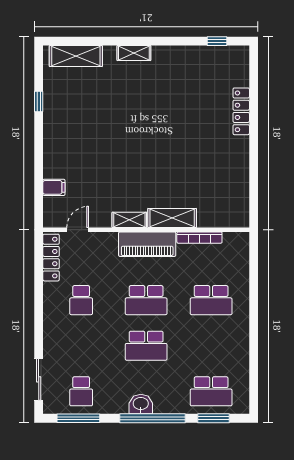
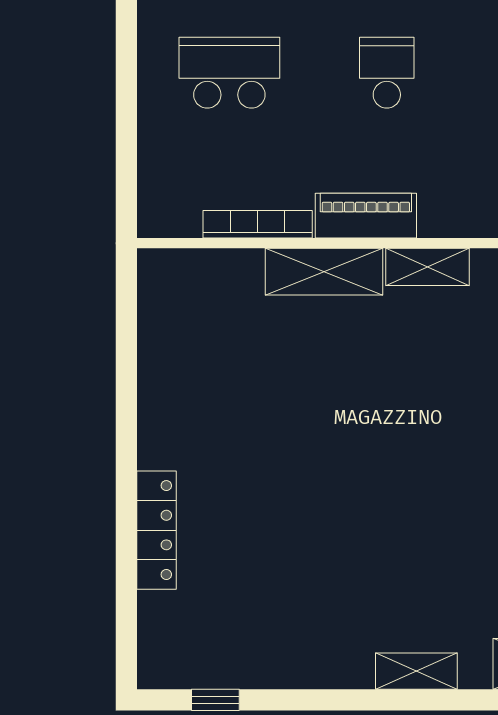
piano: (147, 244) -> (366, 216), width x0.73, depth x0.75
school desk: (146, 300) -> (387, 73), width x0.54

